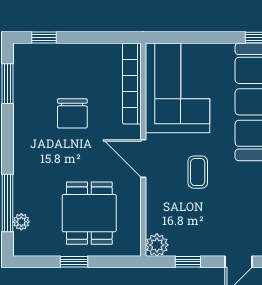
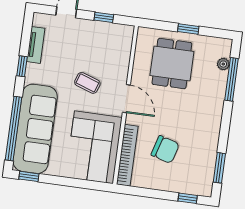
chair: (72, 113) -> (165, 149), moved, turned 106
coffee table: (198, 172) -> (87, 83), turned -71
plant: (157, 245) -> (125, 33), removed

